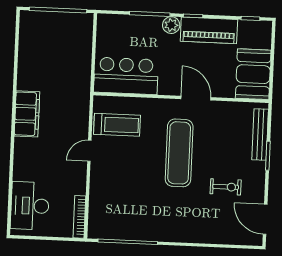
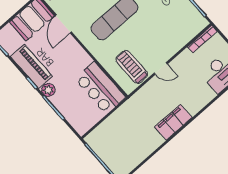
door: (196, 98) -> (63, 24), moved

